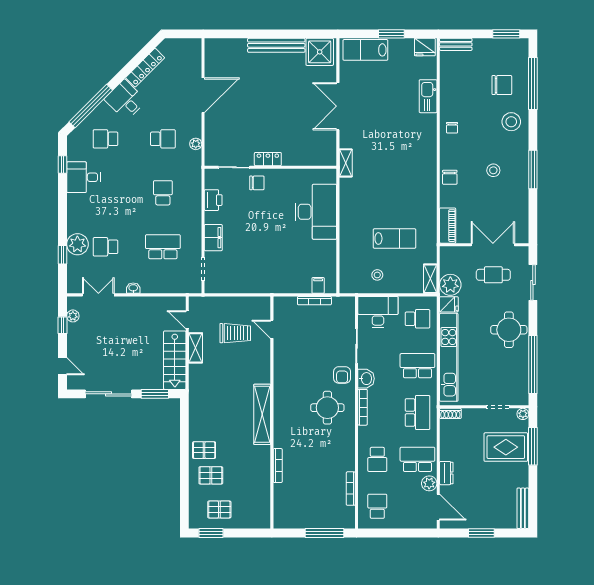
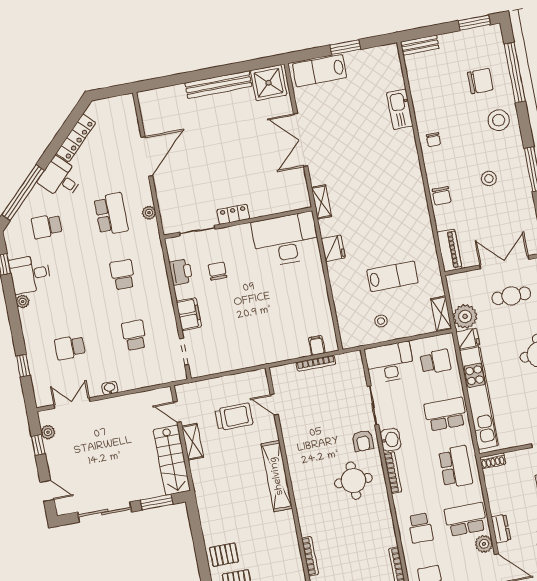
fridge: (425, 47) -> (333, 248), moved, turned -90
school desk: (163, 139) -> (111, 214), width x1.85
chair: (257, 183) -> (217, 271), moved, turned -90
desk: (316, 212) -> (286, 239), moved, turned -90
plant: (77, 244) -> (23, 302), moved, width x0.53, depth x0.53
school desk: (163, 247) -> (134, 335), width x0.54
shelving: (262, 414) -> (277, 476), moved

